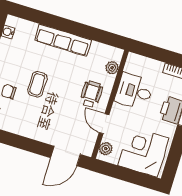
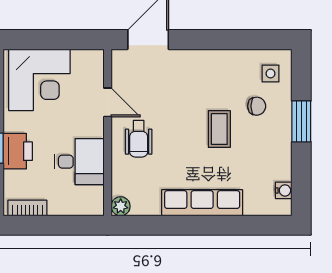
plant: (112, 68) -> (121, 206), moved
plant: (106, 149) -> (94, 68), removed

